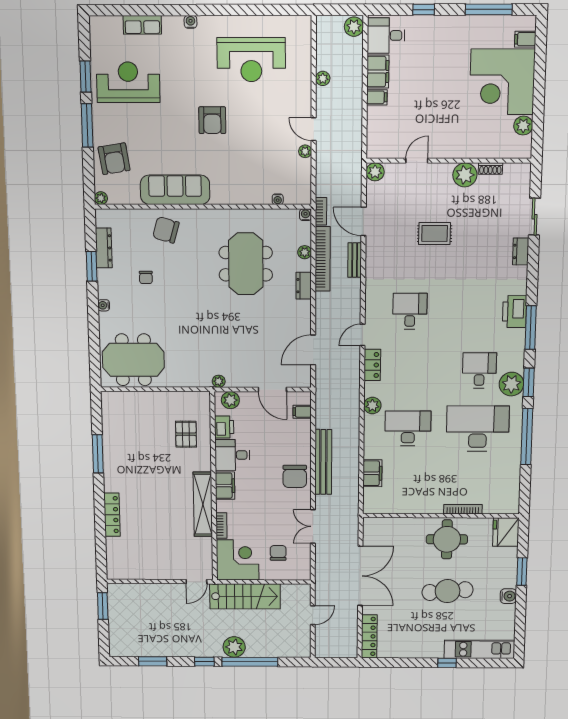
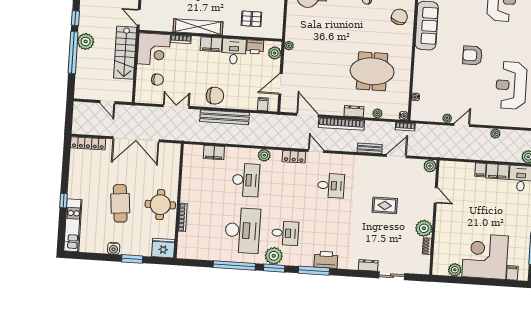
rug: (435, 233) -> (385, 205), turned 90
bookcase: (323, 259) -> (341, 124), moved
chair: (295, 476) -> (215, 96), turned 180

